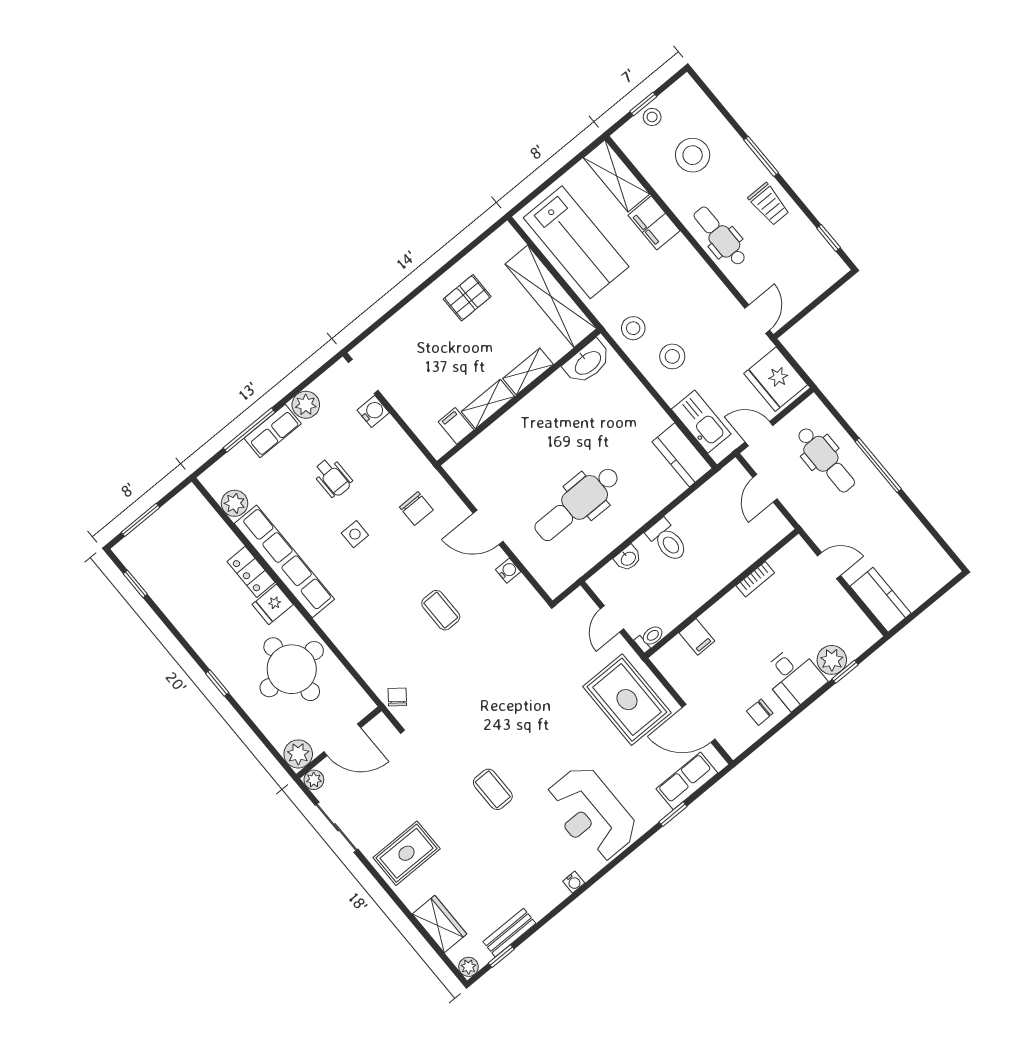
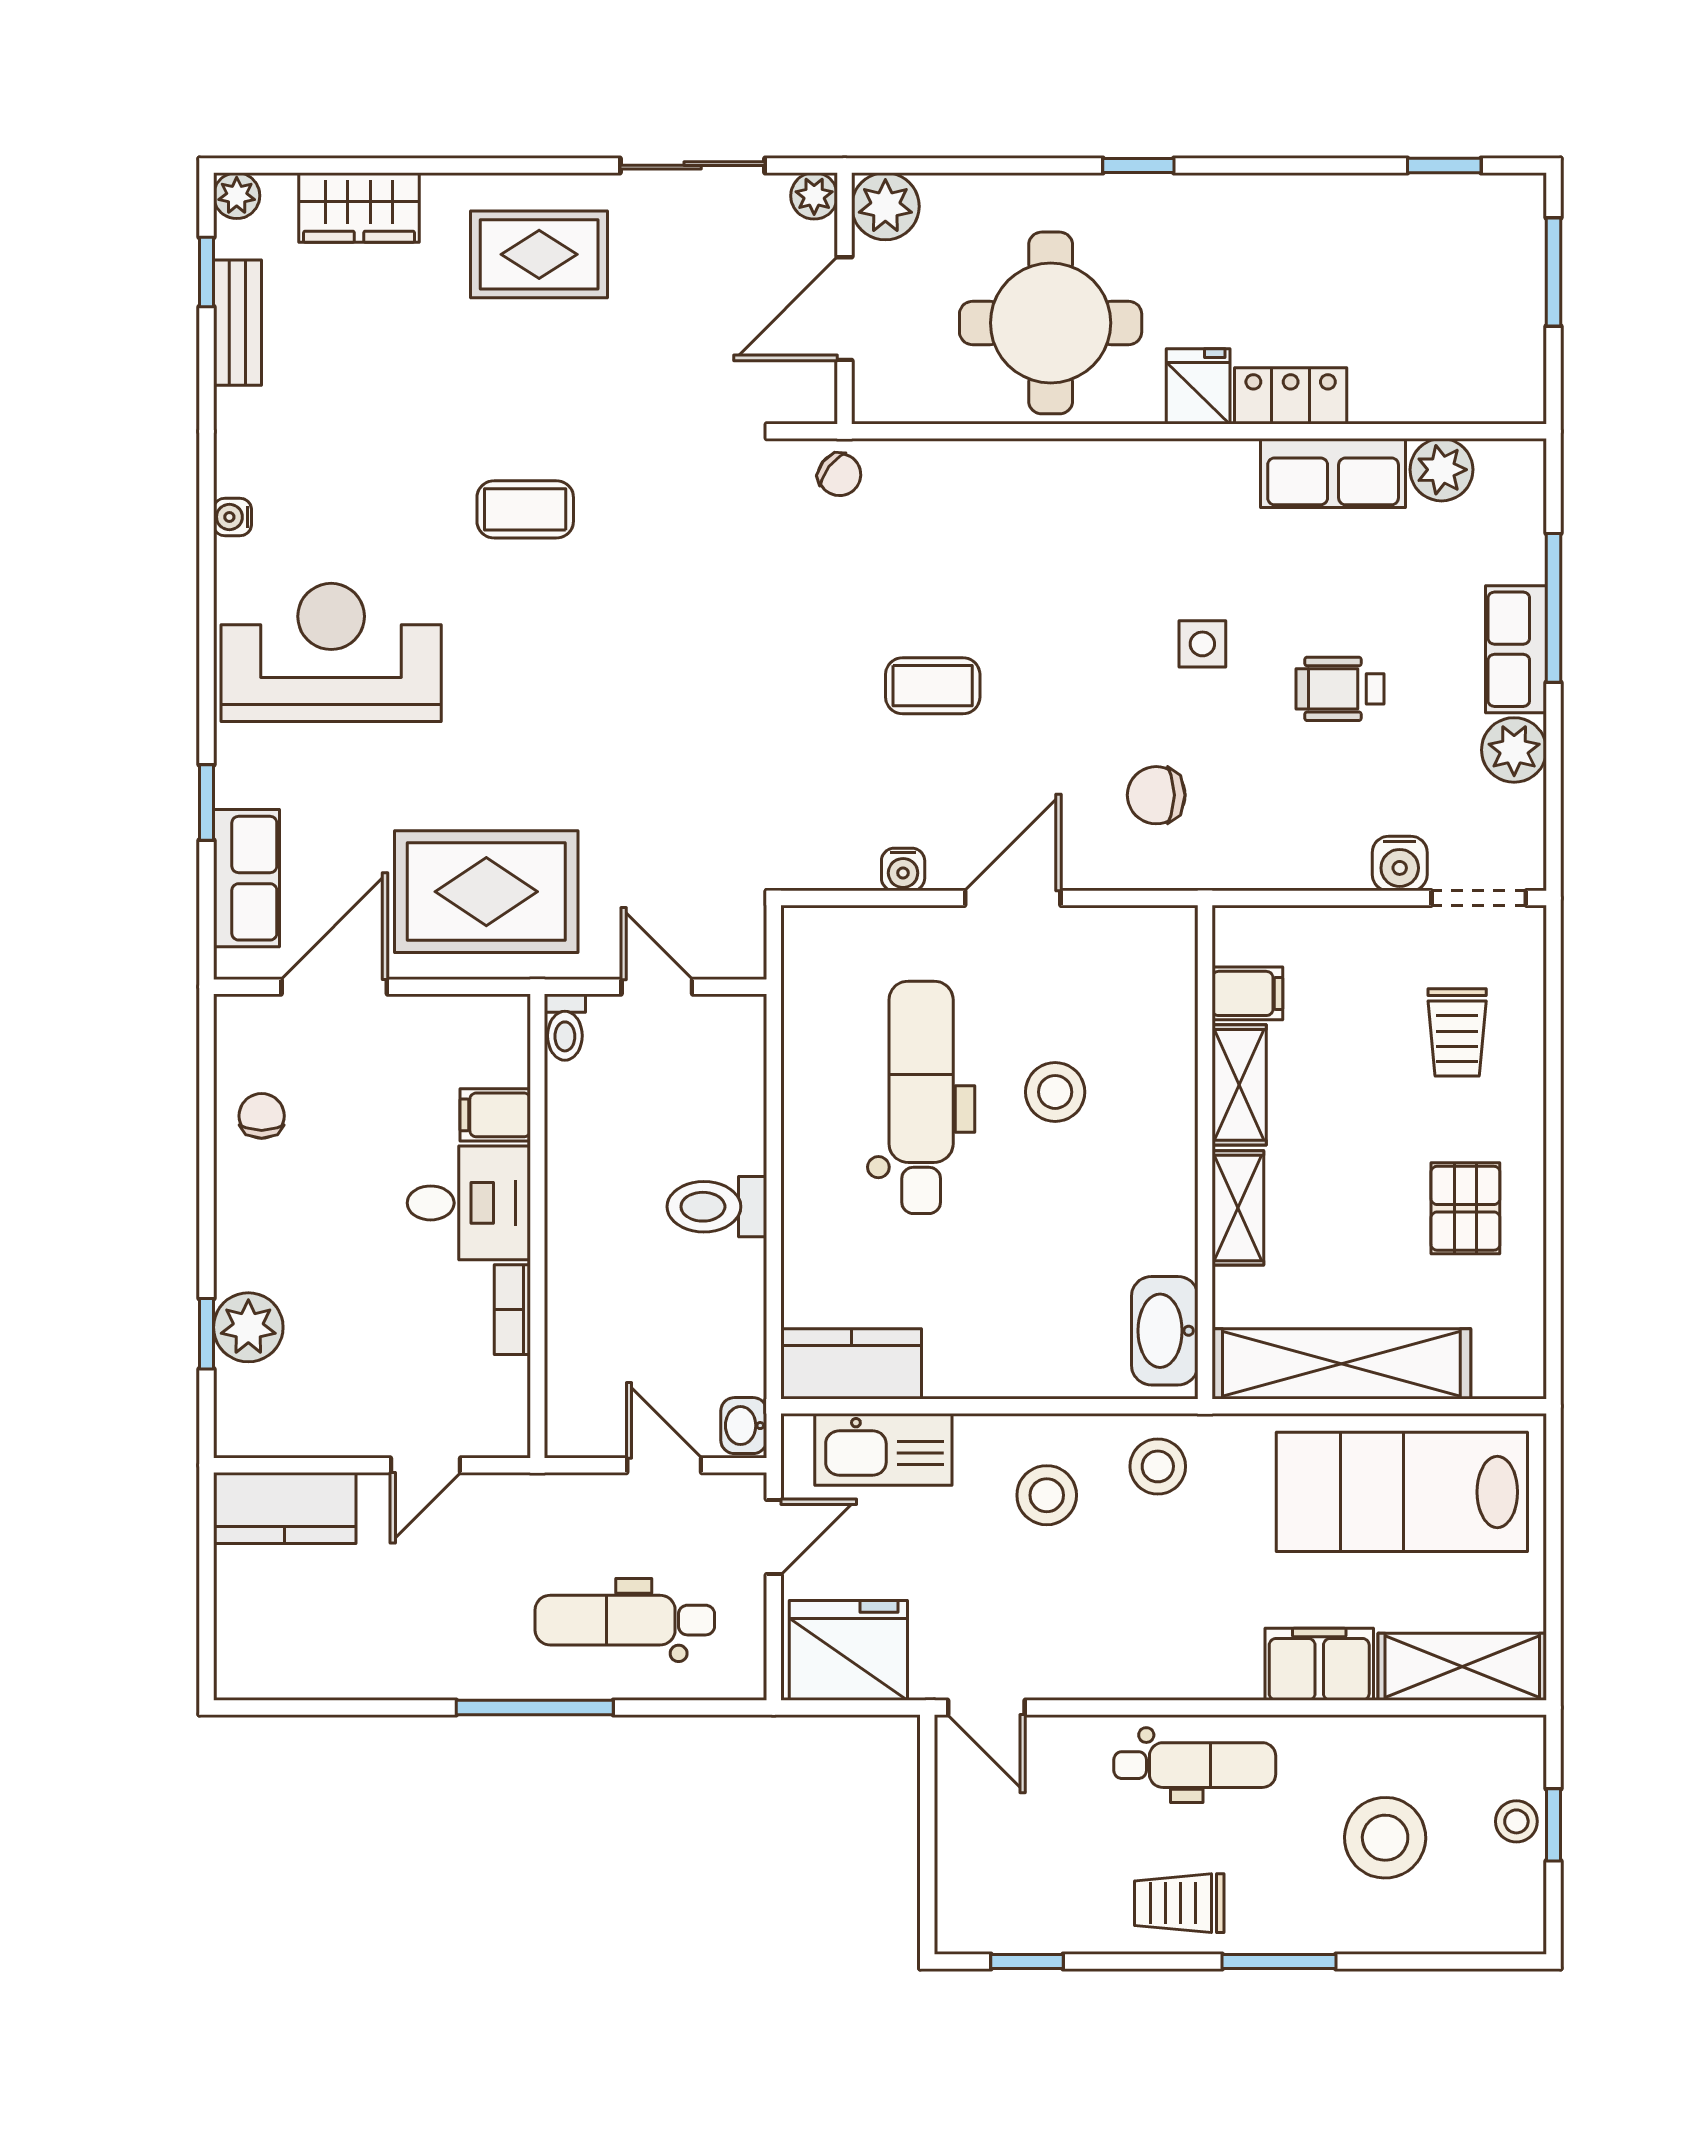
trolley: (412, 348) -> (1457, 1032), added
stool: (539, 462) -> (1055, 1092), added
washbasin: (628, 558) -> (744, 1426), moved
row of seats: (284, 561) -> (1333, 473), width x0.50
desk: (793, 677) -> (469, 1203), moved, turned 180
rug: (407, 853) -> (539, 254), turned 90

